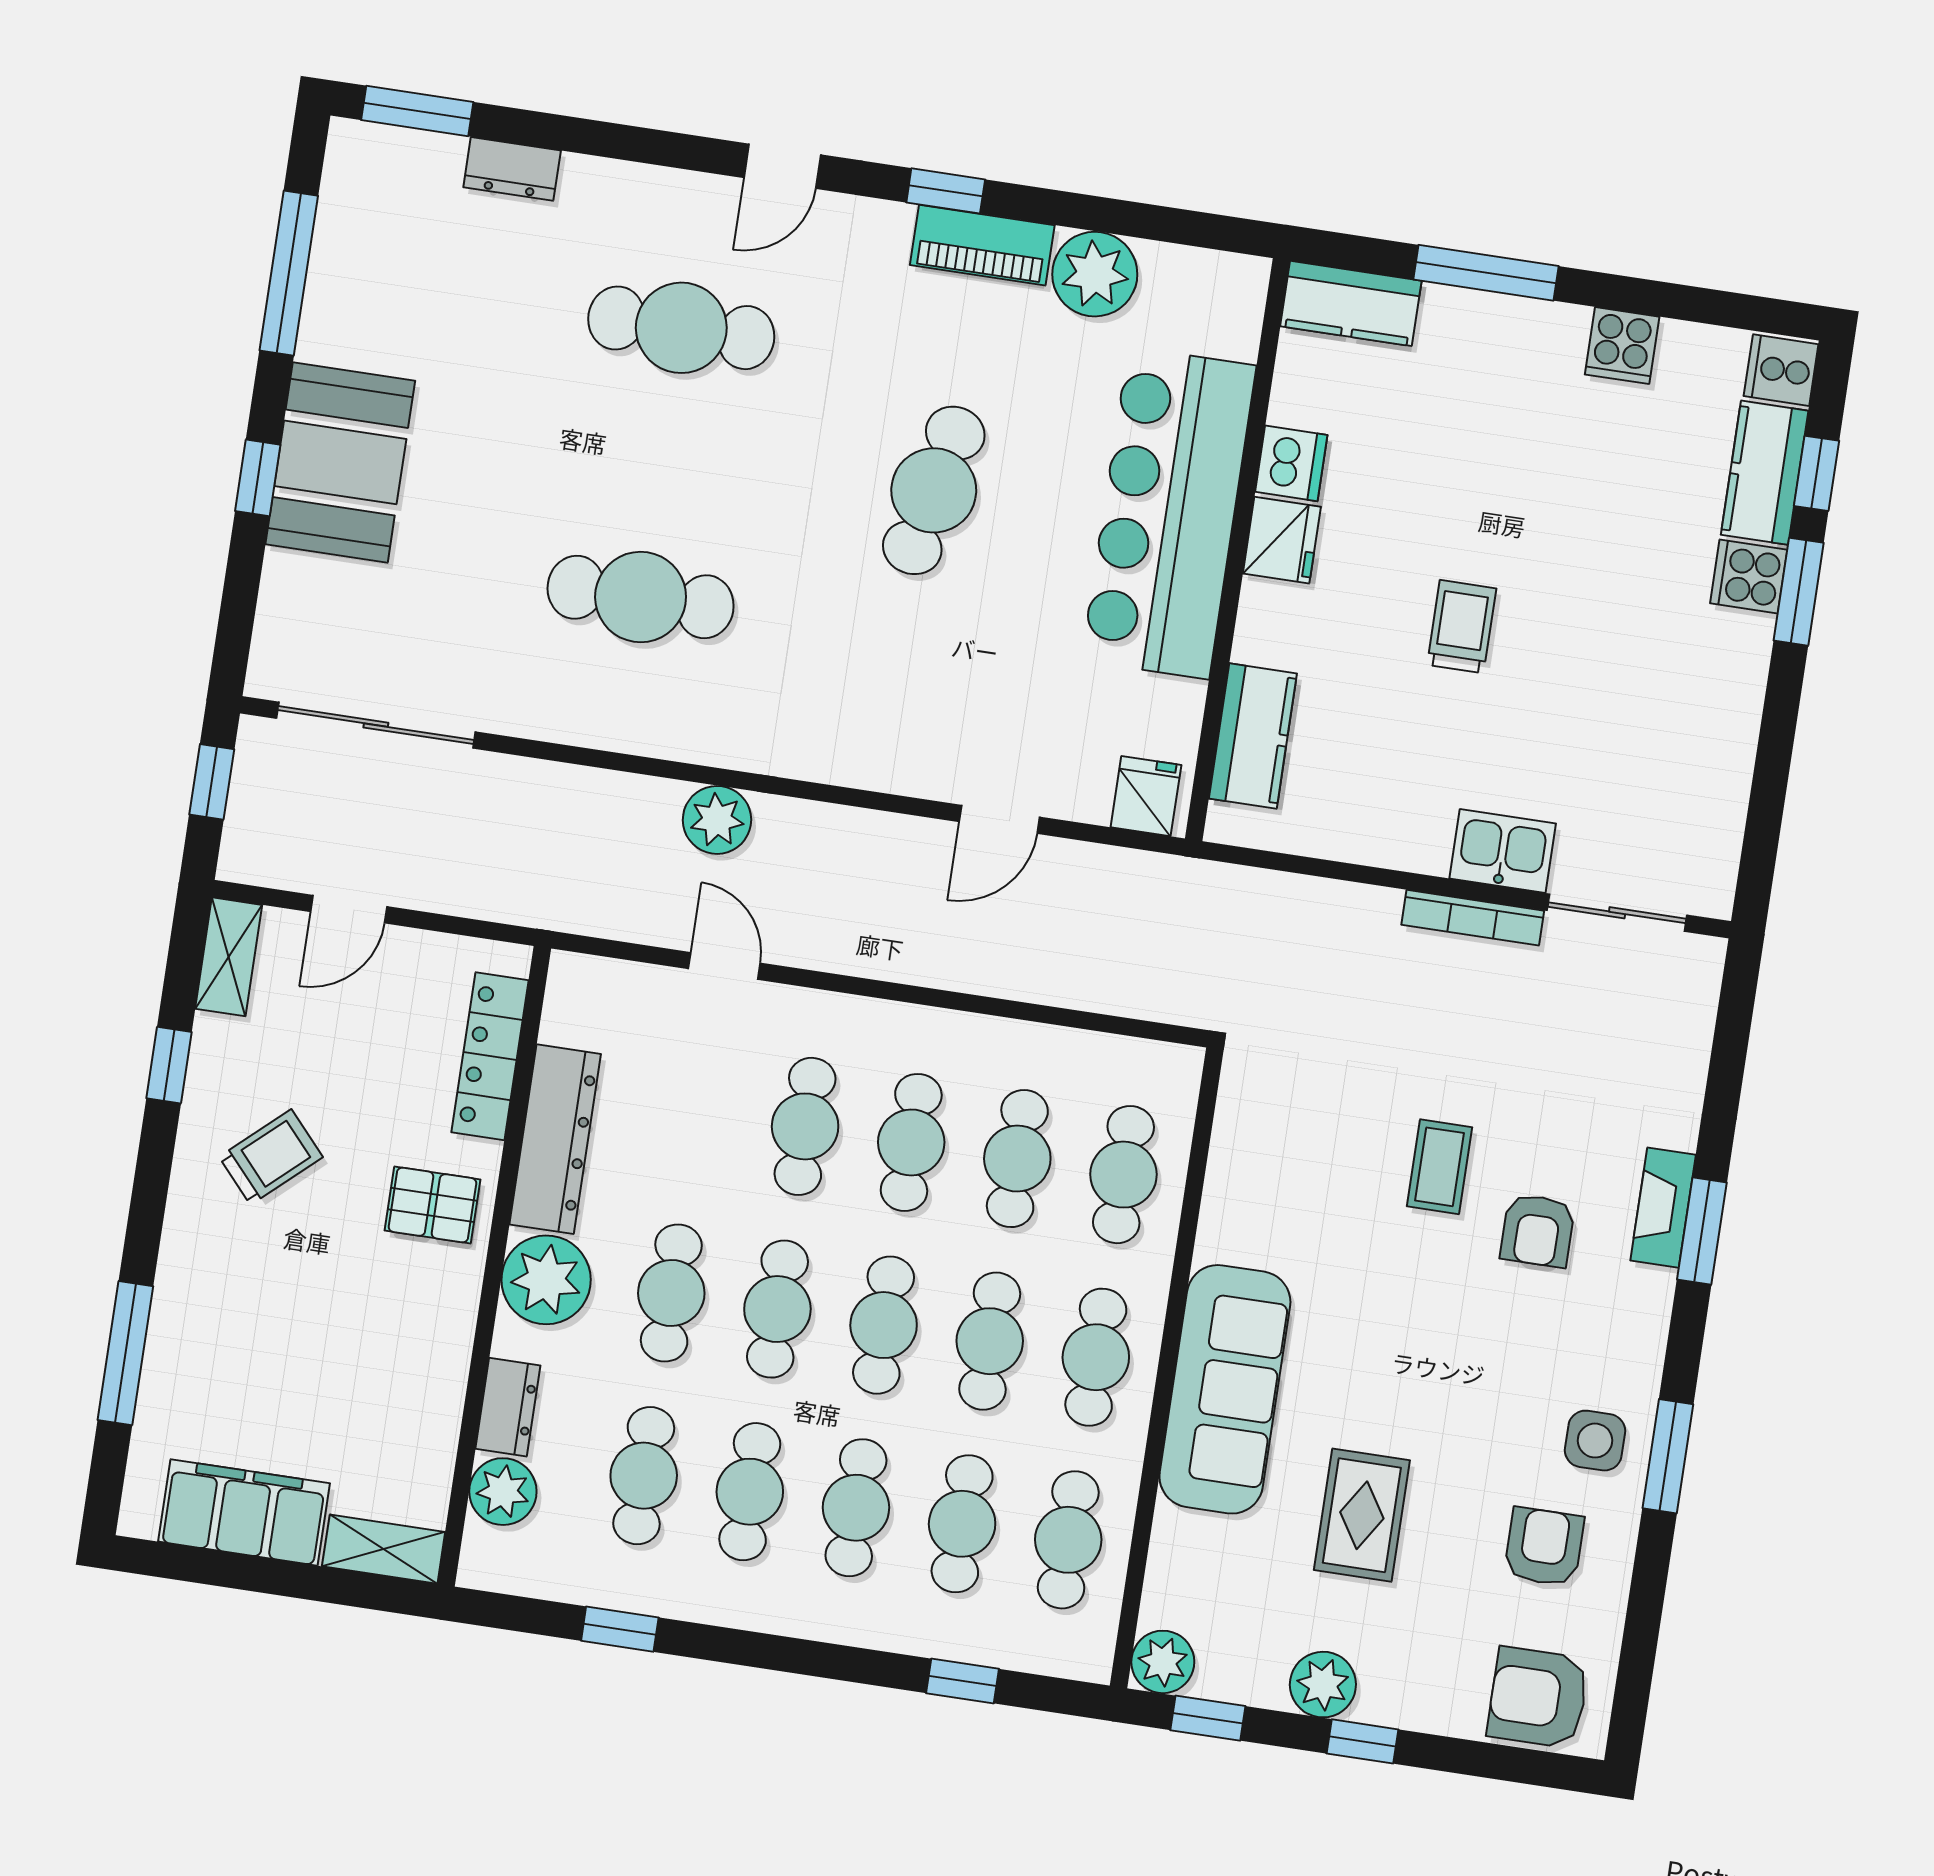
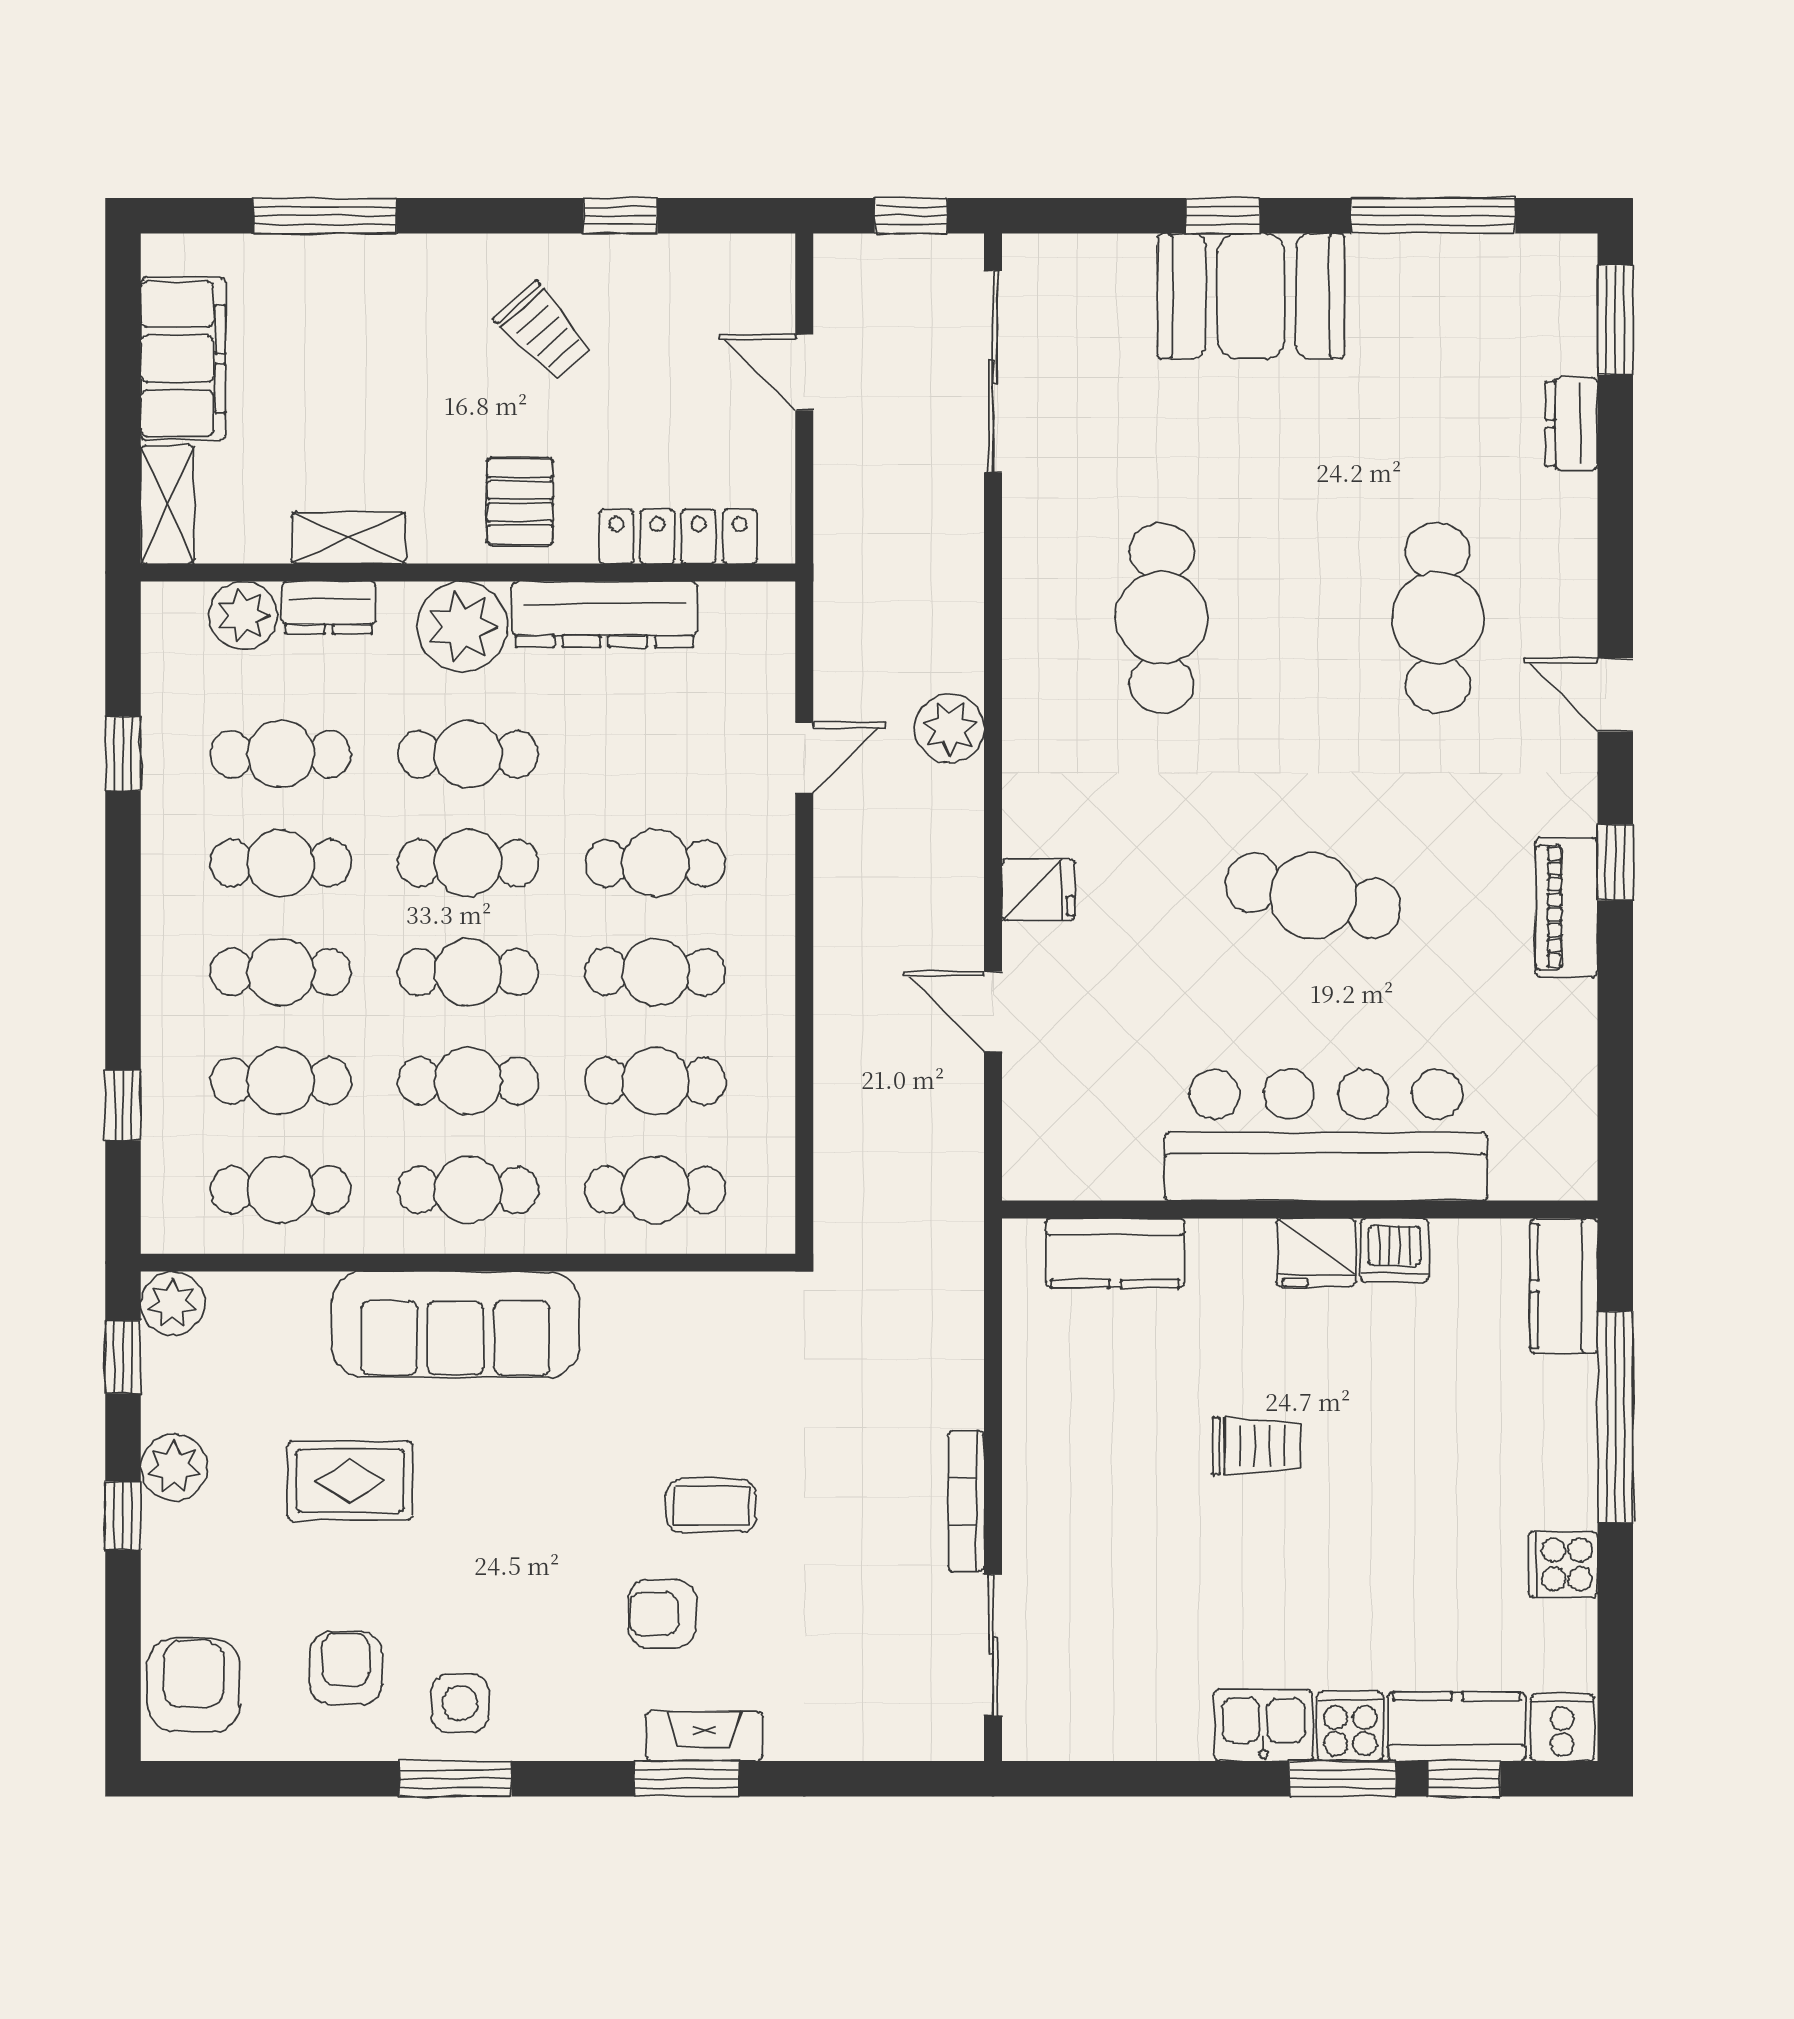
window: (1486, 273) -> (1615, 1417), width x1.46
plant: (1095, 274) -> (1554, 1024), removed
fridge: (1146, 796) -> (1038, 890), moved
kitchen sink: (1503, 851) -> (1263, 1725), moved, turned -90
shelving: (229, 957) -> (349, 538), moved
armchair: (1544, 1547) -> (346, 1668), turned -90

